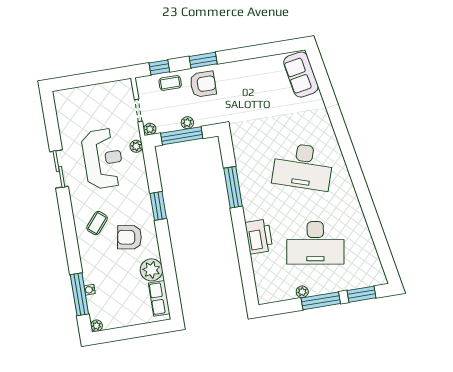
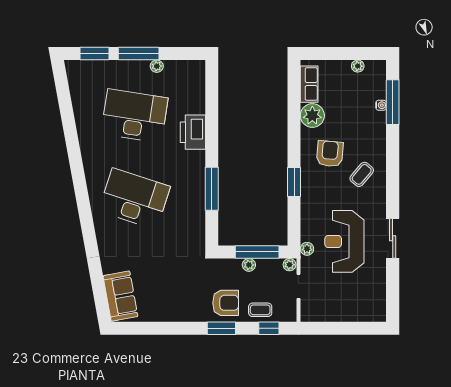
armchair: (203, 84) -> (226, 303), turned 180
armchair: (130, 237) -> (330, 154), turned -95
plant: (96, 326) -> (358, 66), moved

